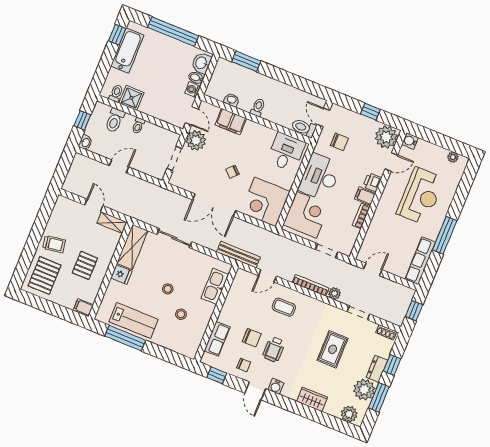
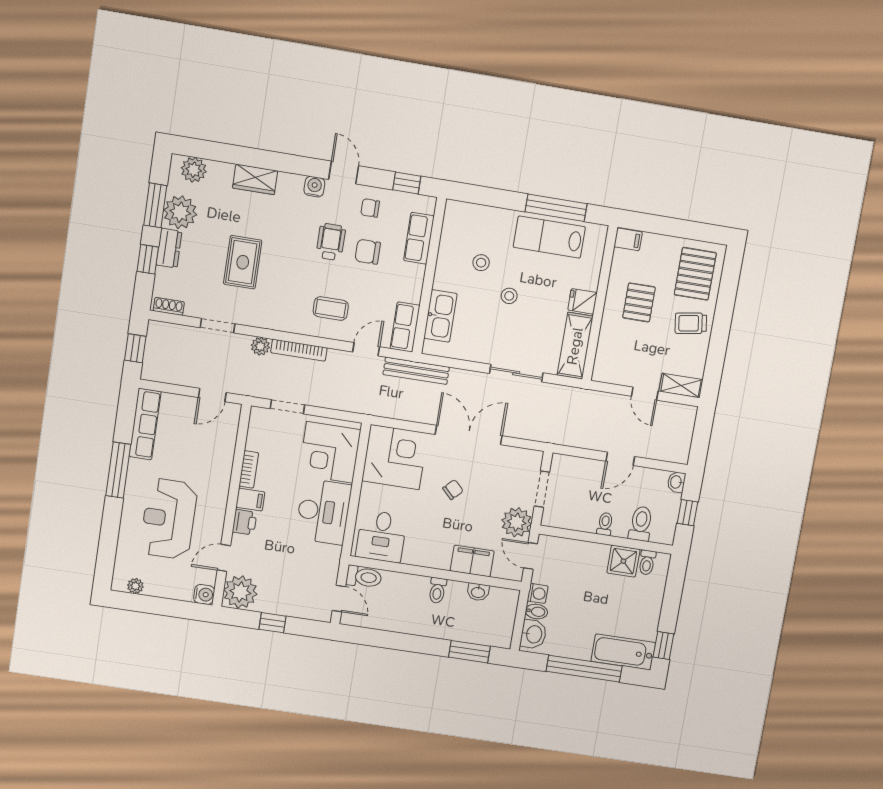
bathtub: (127, 51) -> (623, 652), moved, turned 90
chair: (339, 142) -> (307, 569), removed
shelving: (112, 223) -> (681, 386), moved
row of seats: (239, 284) -> (405, 327), added

